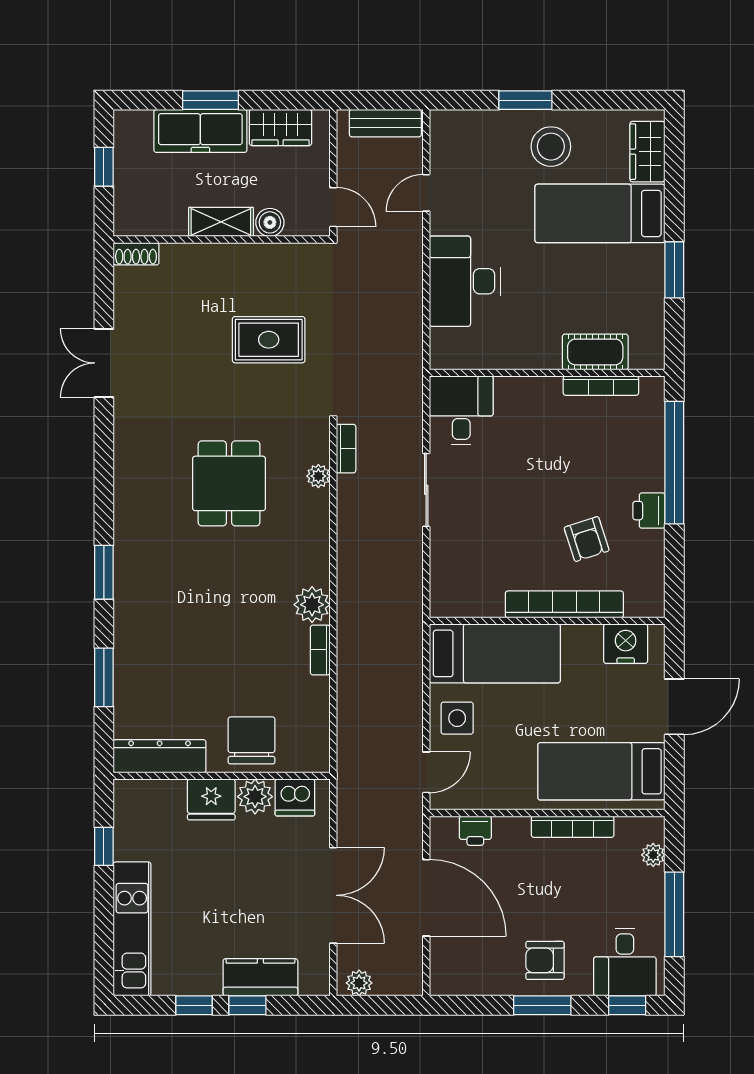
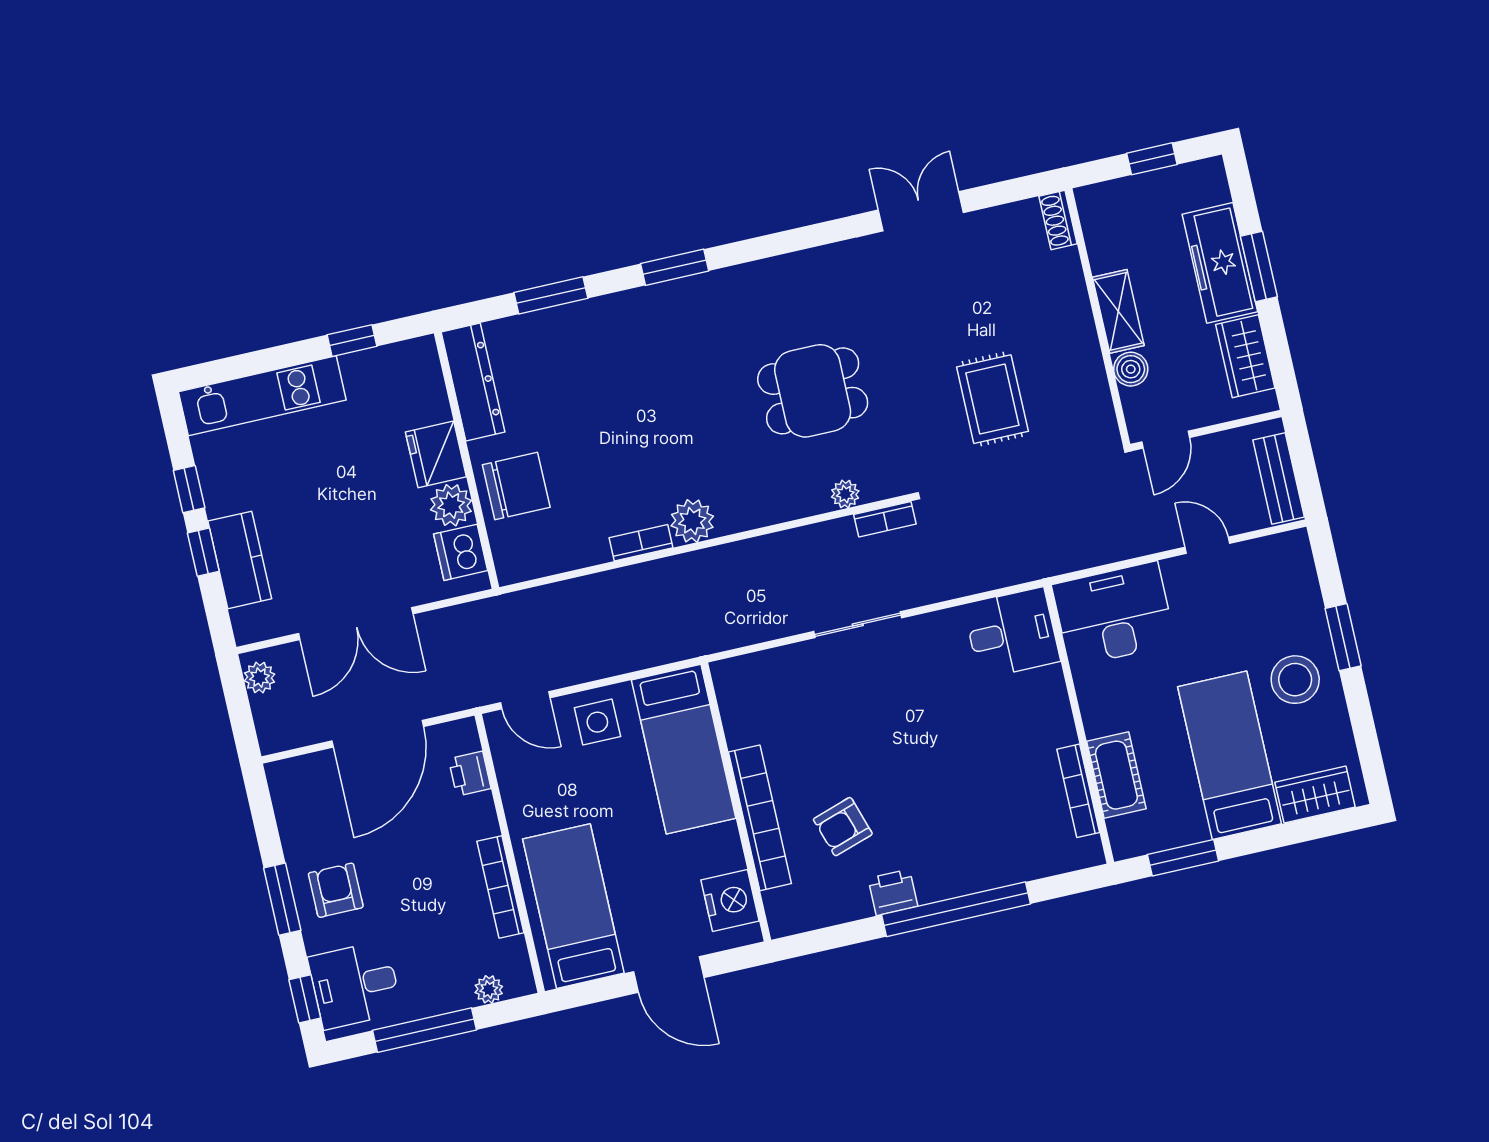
cot: (595, 352) -> (1116, 775), moved
wall: (547, 373) -> (1079, 724), moved
bookcase: (601, 386) -> (1078, 791), moved
desk: (461, 410) -> (1012, 633), moved

